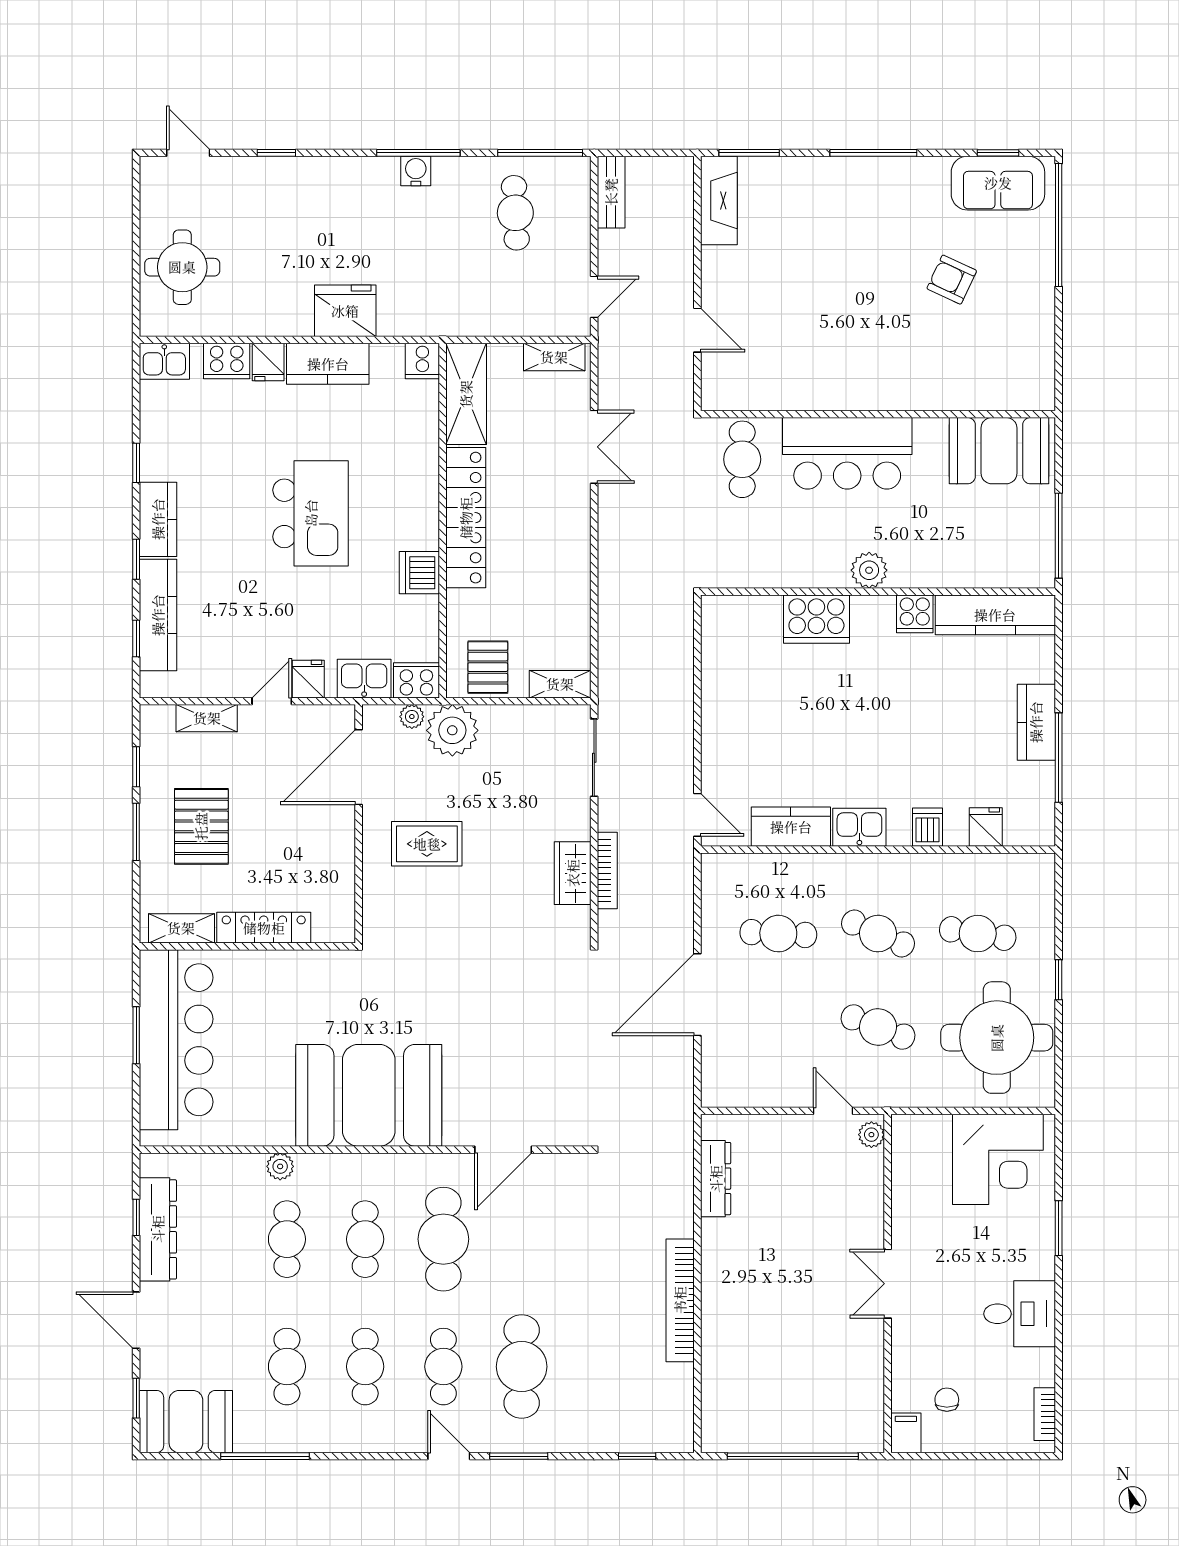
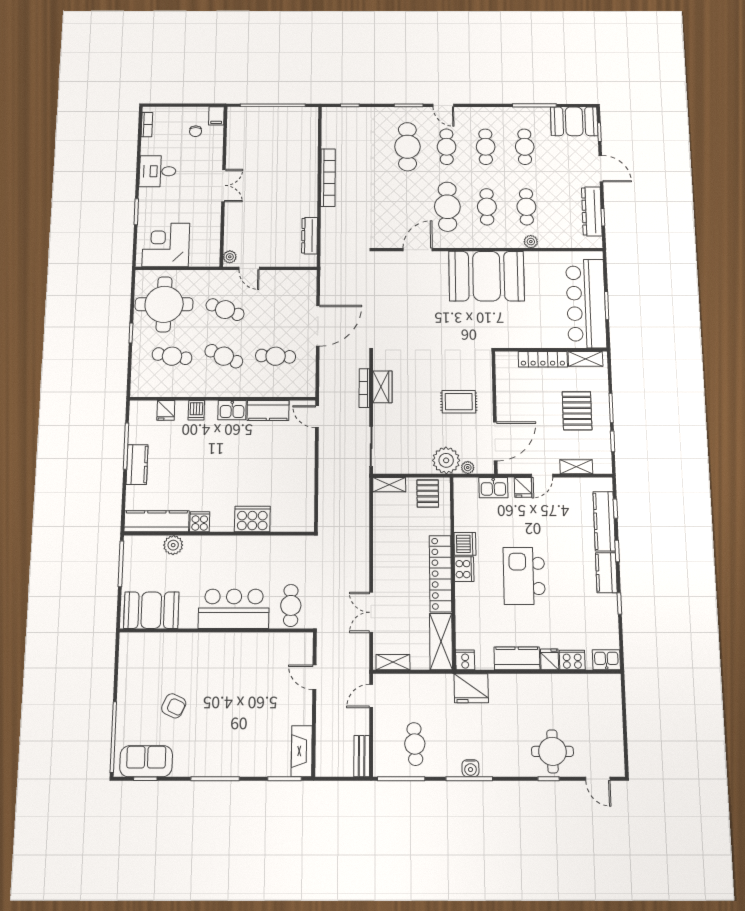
round table: (182, 267) -> (552, 751), moved
fridge: (345, 311) -> (471, 688), moved
plant: (869, 570) -> (173, 545), moved
cooker: (416, 680) -> (464, 569), moved, turned -90

